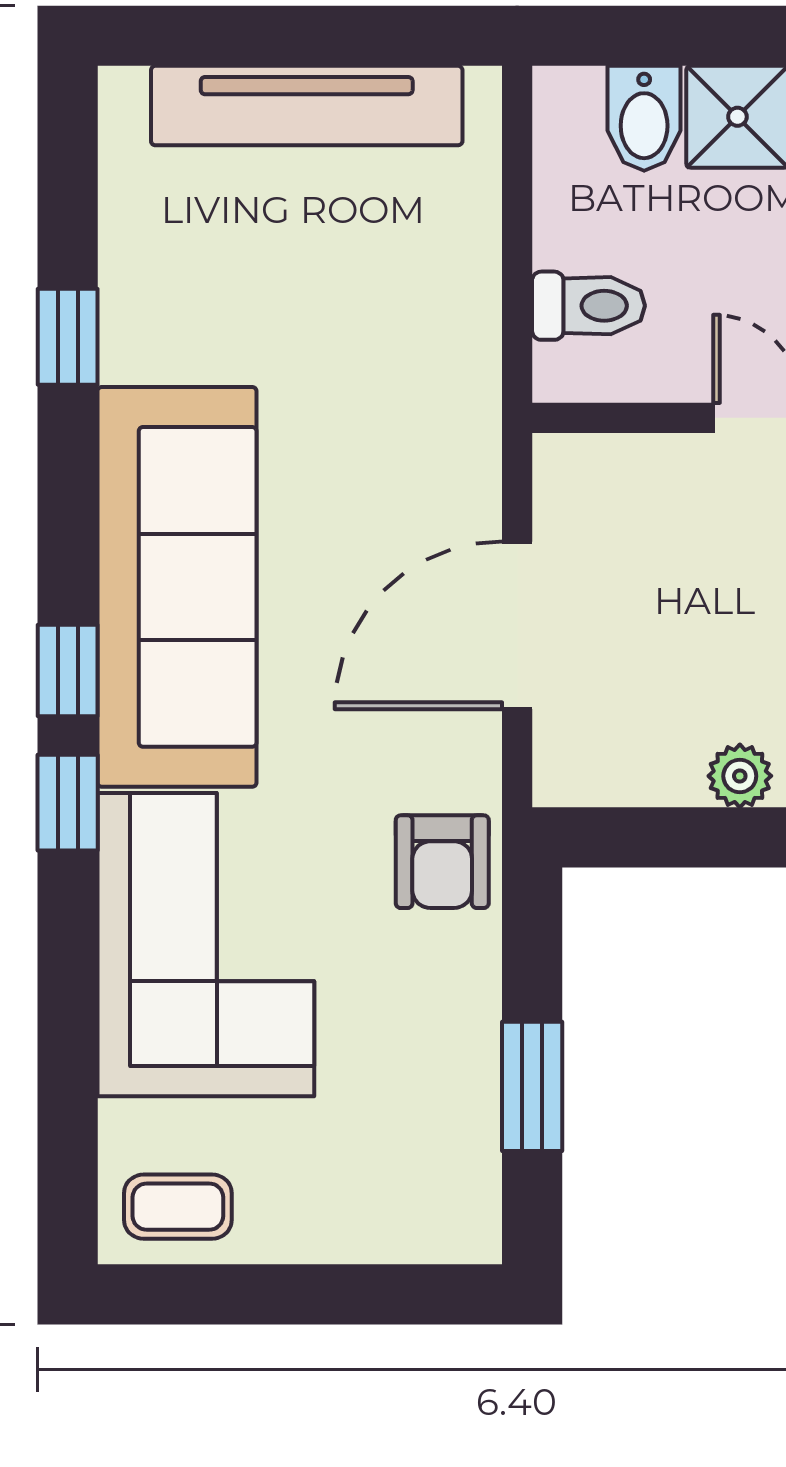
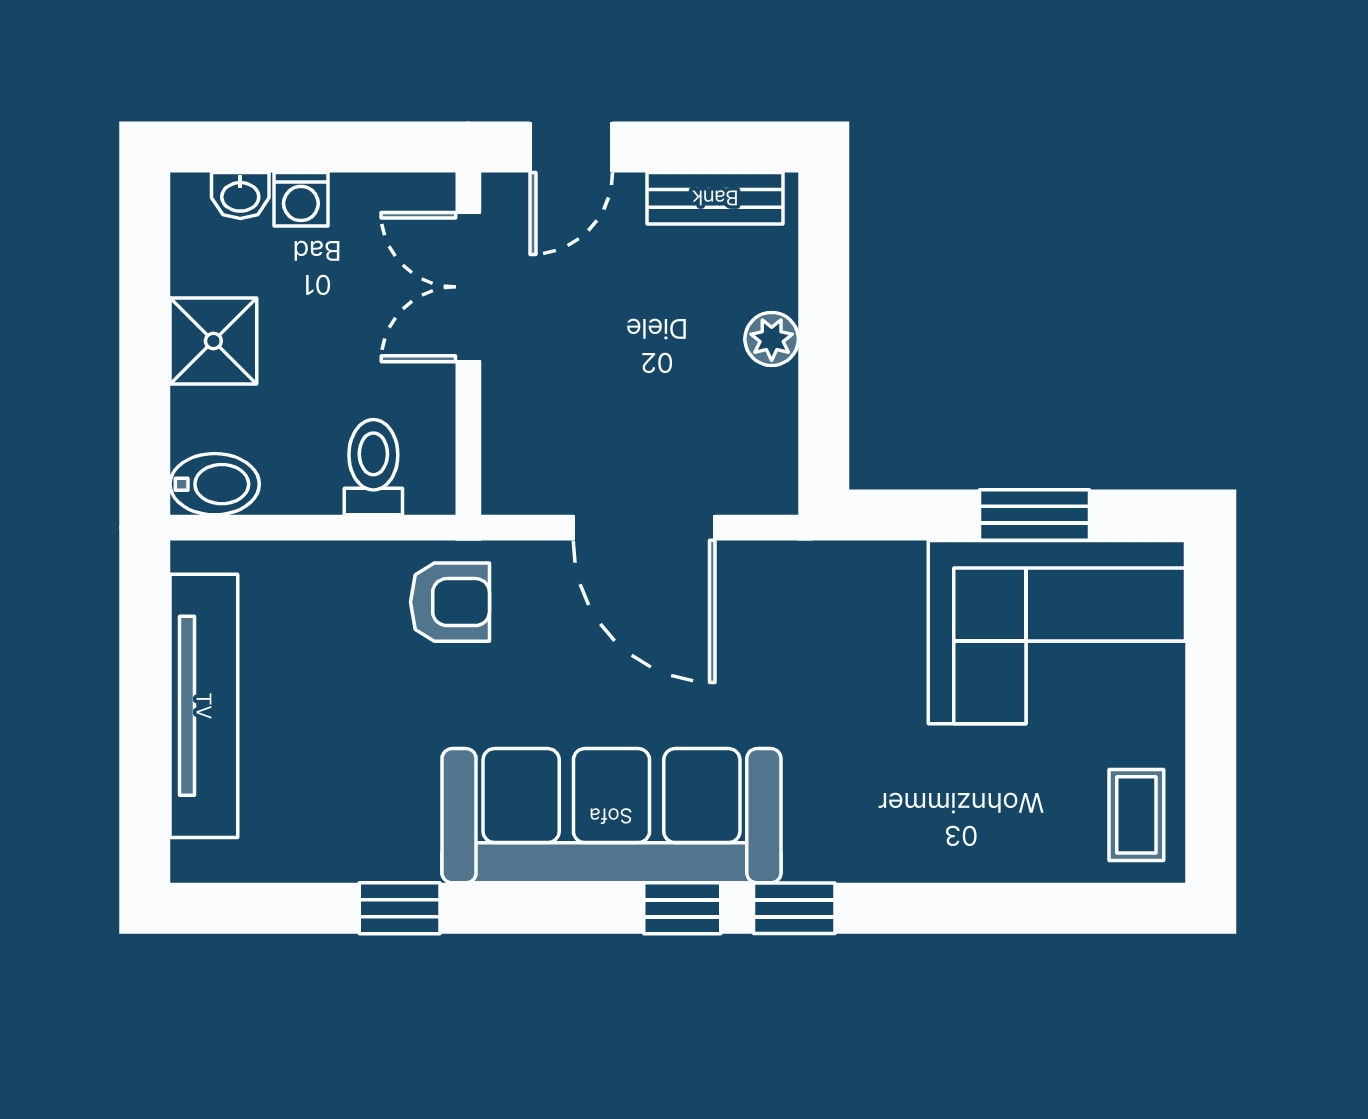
bidet: (644, 118) -> (215, 484), moved
armchair: (442, 862) -> (450, 602), moved
corner sofa: (206, 945) -> (1057, 632), moved, turned 180

